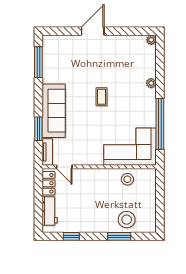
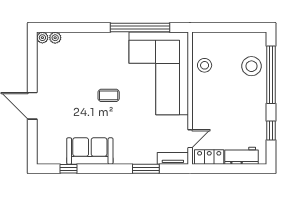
window: (38, 62) -> (68, 169), width x0.46
plant: (151, 83) -> (55, 38), moved
sofa: (54, 111) -> (90, 151), moved, width x0.73
corner sofa: (130, 147) -> (159, 73), width x1.36, depth x1.36
window: (119, 236) -> (271, 75), width x2.11

